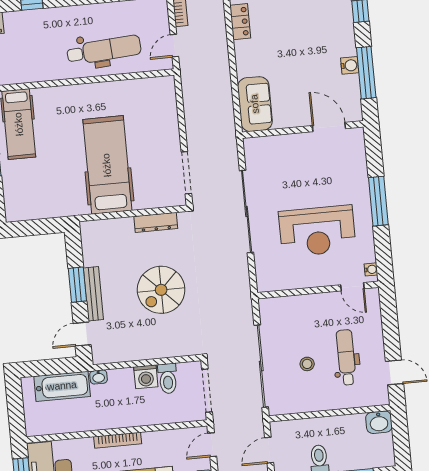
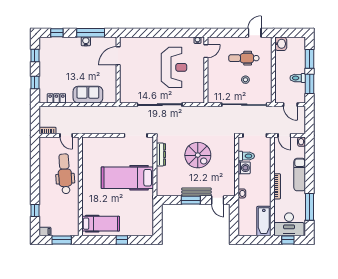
sofa: (255, 104) -> (88, 95), moved
window: (378, 201) -> (161, 33), removed
bathtub: (62, 386) -> (264, 221), moved, turned 180

